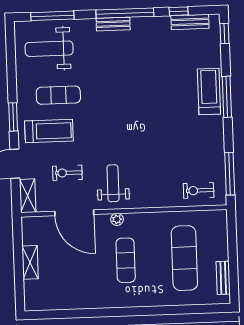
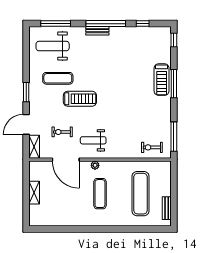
bench: (190, 22) -> (150, 31), removed
treadmill: (209, 91) -> (162, 80), turned 180
treadmill: (49, 131) -> (80, 99), moved
weight bench: (113, 183) -> (93, 140), turned -90

